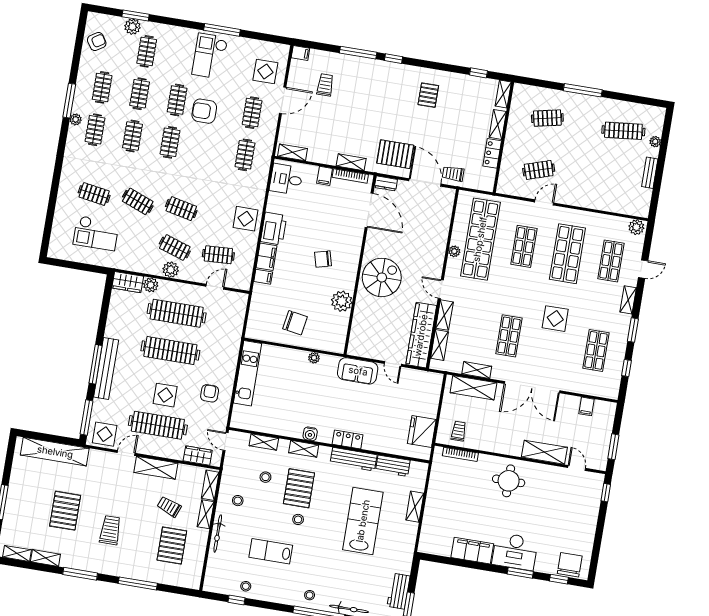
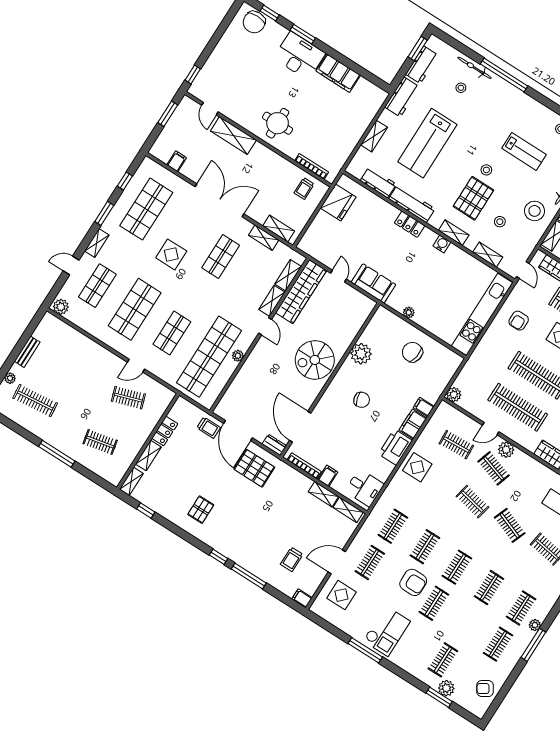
clothes rail: (140, 94) -> (425, 547), moved
shelving: (351, 162) -> (323, 494), moved
plant: (151, 285) -> (454, 395), moved
door: (215, 287) -> (491, 429), moved
shop shelf: (596, 350) -> (146, 209), width x1.43, depth x1.36
kitchen unit: (248, 373) -> (482, 314), width x1.36
shelving: (473, 388) -> (279, 228), width x0.67, depth x0.75
stool: (238, 501) -> (535, 211), width x1.89, depth x1.89
workbench: (404, 554) -> (402, 97), added
stool: (310, 595) -> (461, 88), moved

